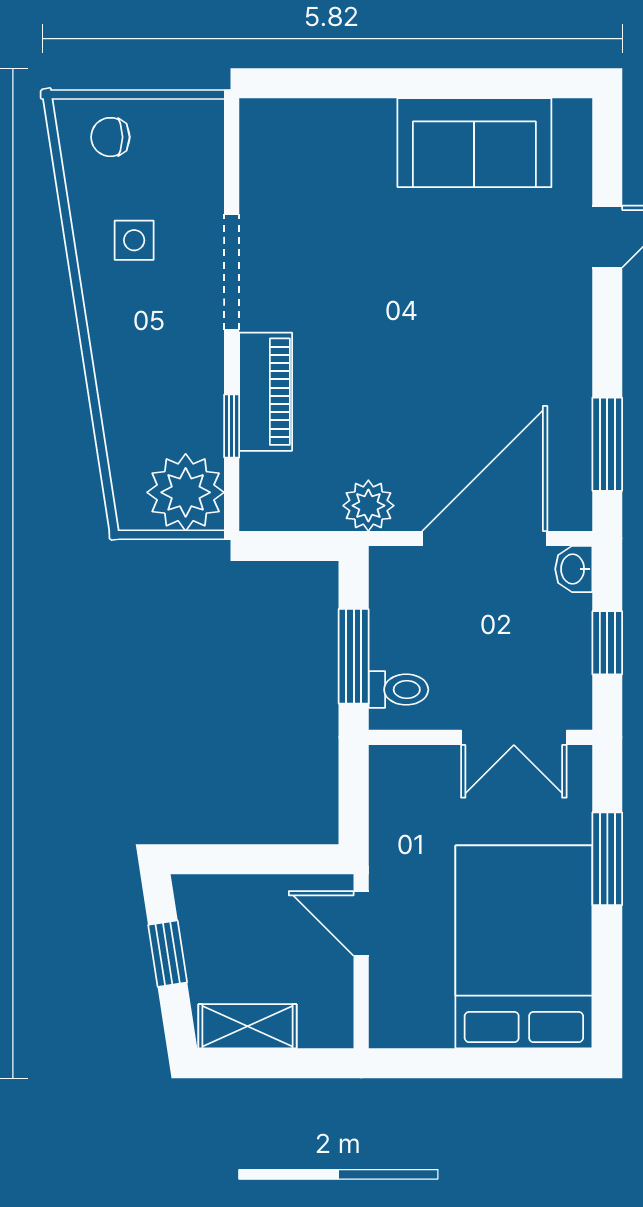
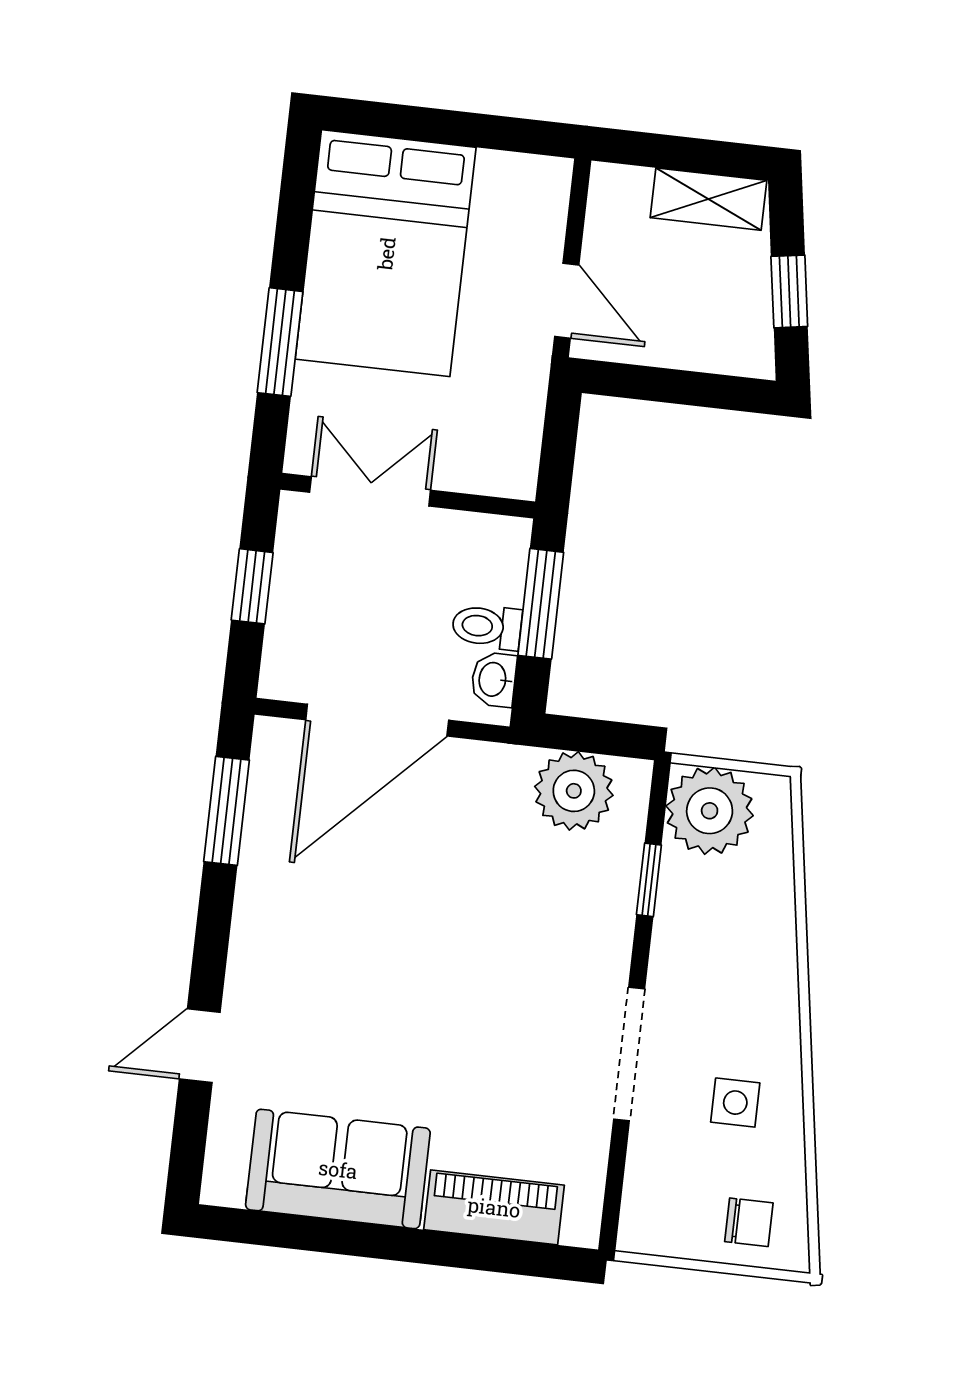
piano: (266, 392) -> (494, 1207), moved, turned 90
plant: (368, 506) -> (574, 791), moved, width x1.36, depth x1.36
washbasin: (574, 569) -> (494, 679), moved, turned 180
toilet: (398, 690) -> (487, 627), moved

